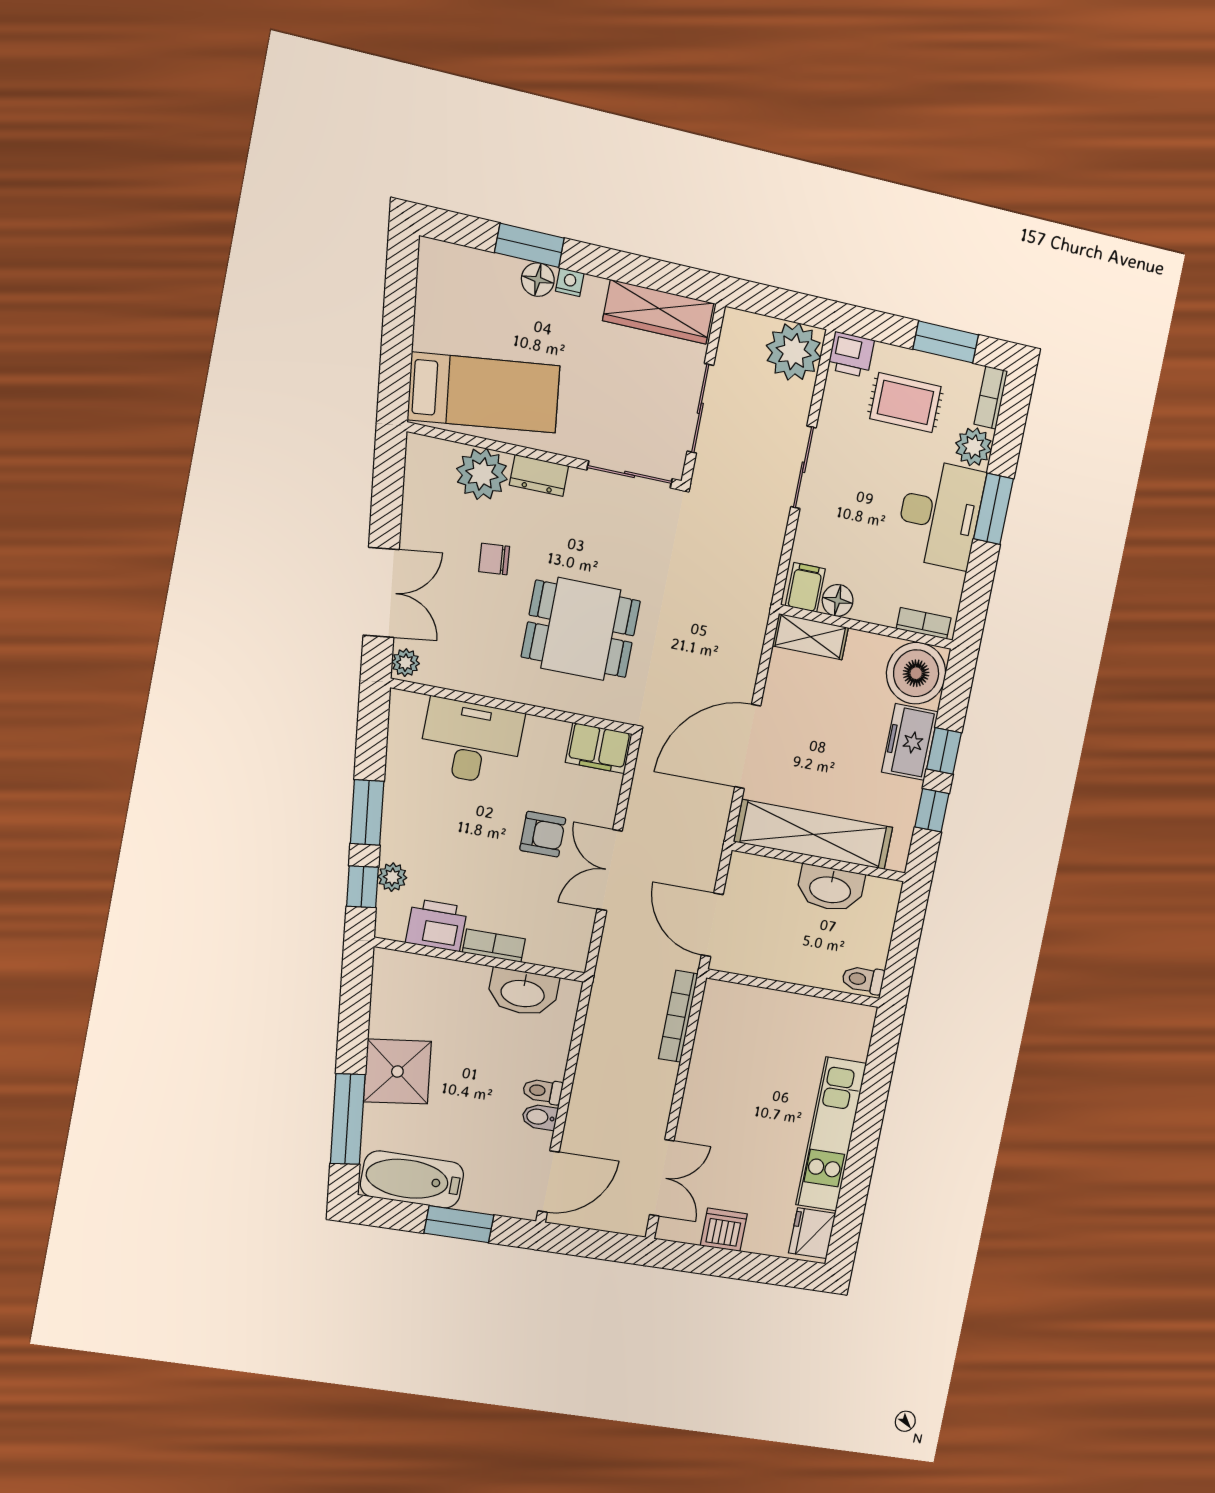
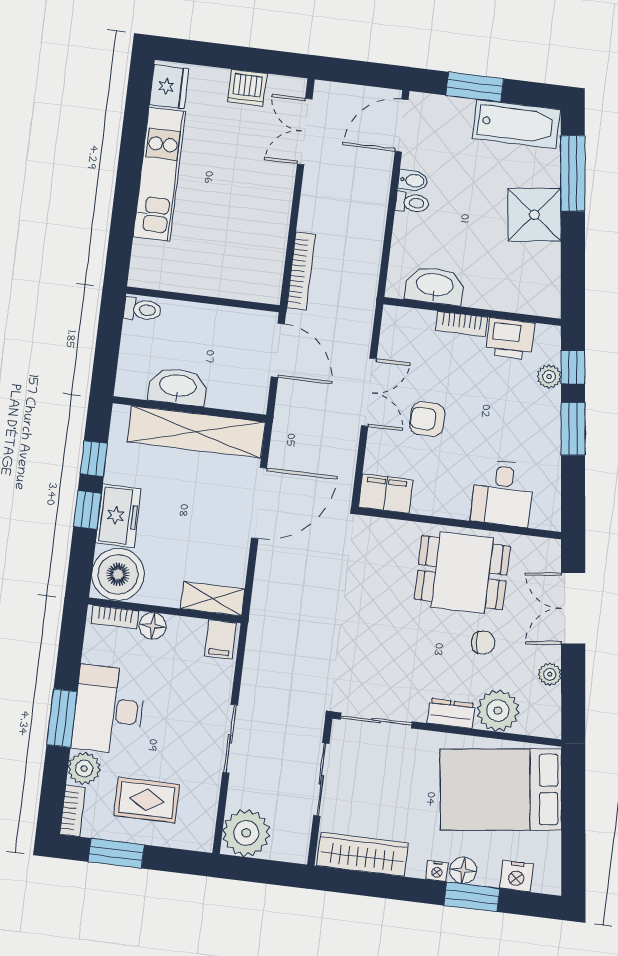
nightstand: (473, 266) -> (516, 876), added
printer: (851, 355) -> (197, 835), removed
bed: (484, 393) -> (501, 790), width x1.50
floor lamp: (838, 600) -> (153, 626), moved
dining table: (581, 629) -> (462, 573), moved
plant: (406, 663) -> (550, 674), moved
desk: (471, 742) -> (503, 493), width x0.73

